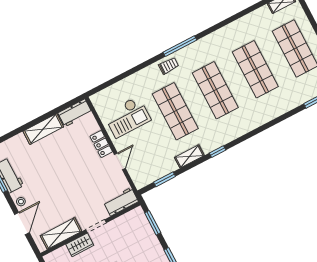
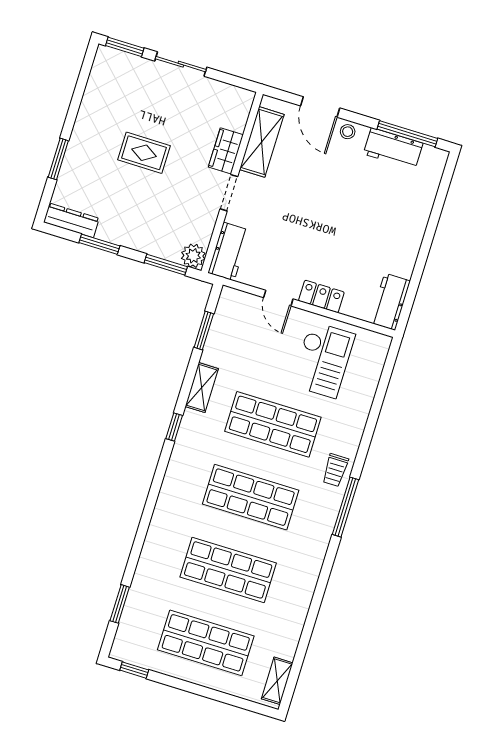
checkout: (127, 117) -> (323, 360), turned 180
shelving: (43, 129) -> (408, 245), removed
plant: (137, 215) -> (193, 256), added

